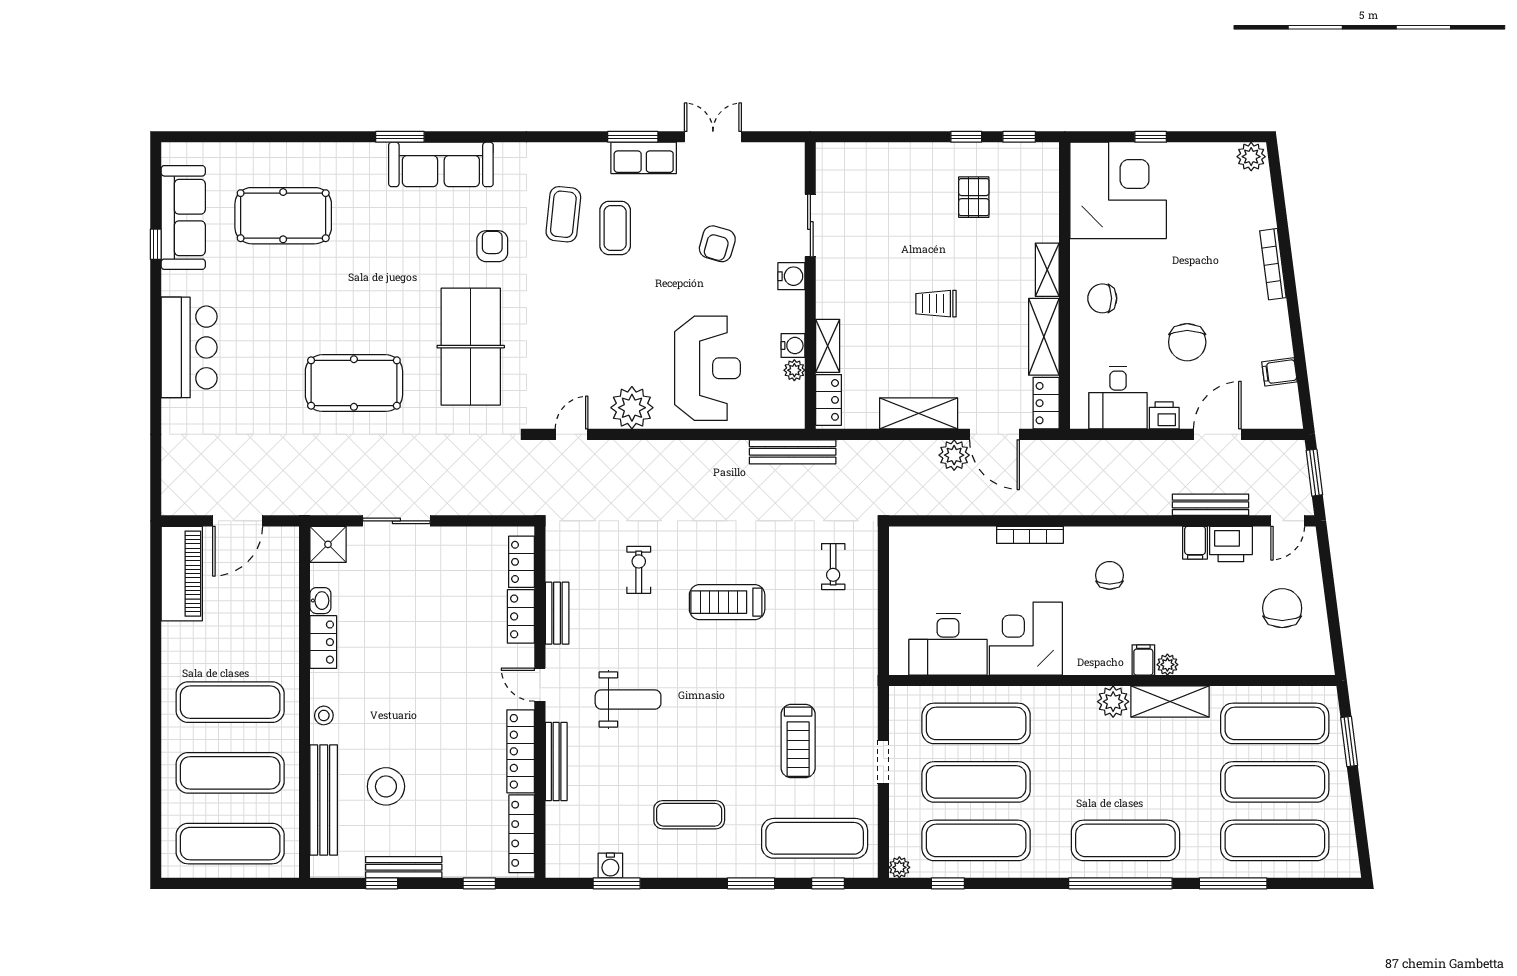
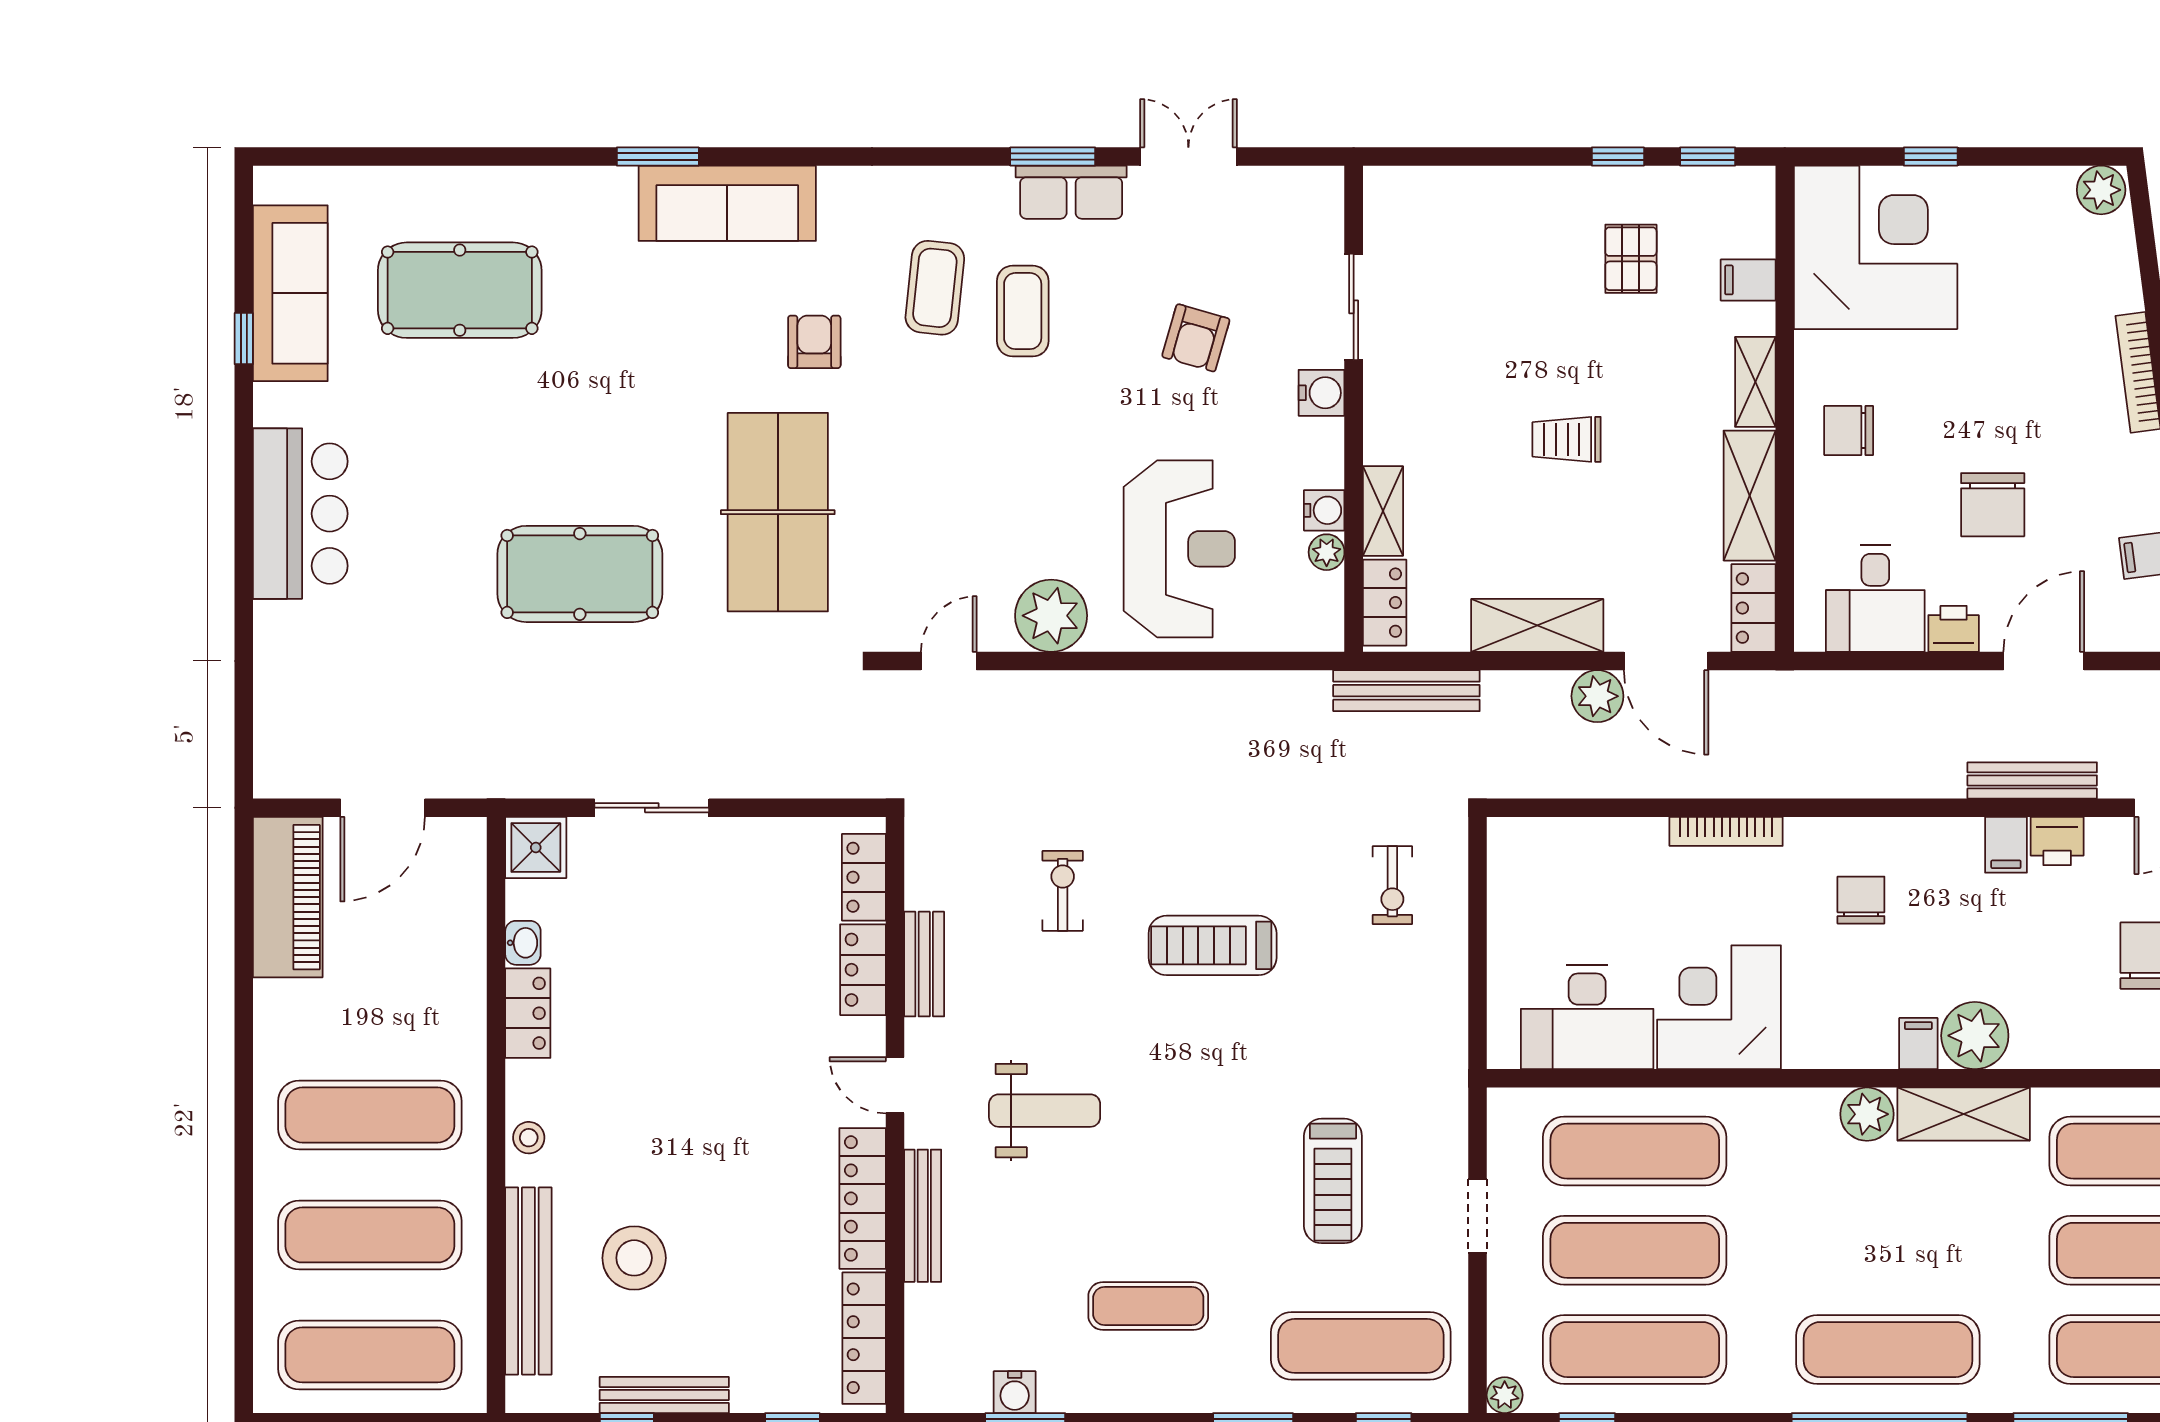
filing cabinet: (1043, 210) -> (1748, 280), added
bench: (793, 452) -> (1406, 691), moved
printer: (1231, 544) -> (2057, 841), width x0.73, depth x0.81
plant: (1167, 665) -> (1975, 1036), width x1.88, depth x1.88

